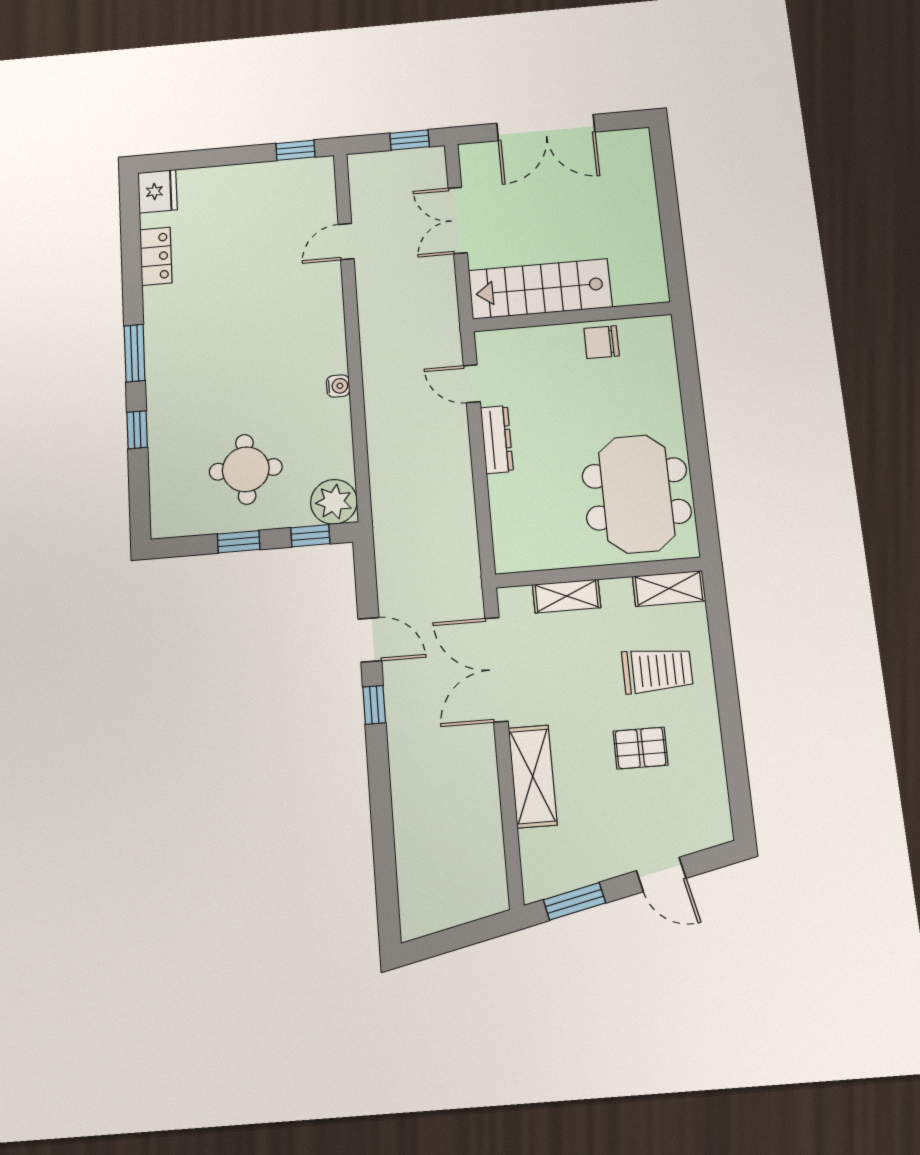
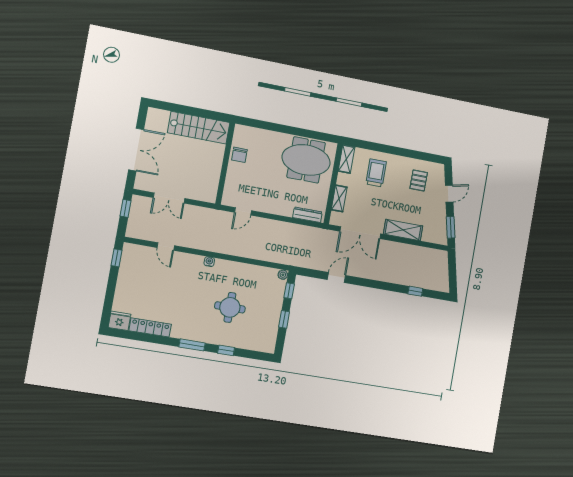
locker: (156, 256) -> (150, 328), width x1.53
stairs: (540, 289) -> (199, 128), moved, turned -90
water cooler: (338, 386) -> (209, 262), moved
dresser: (497, 440) -> (307, 215), moved
round table: (246, 469) -> (230, 307), moved
plant: (334, 502) -> (283, 275), width x0.53, depth x0.53
window: (374, 705) -> (415, 291), moved
pallet: (641, 748) -> (419, 181), moved

